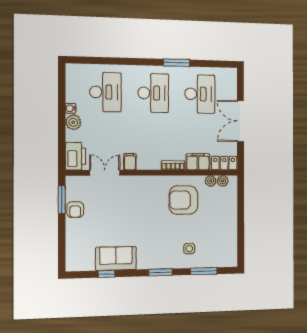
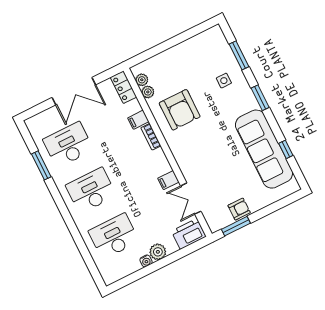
window: (177, 63) -> (41, 165), moved
filing cabinet: (198, 162) -> (138, 120), width x0.50
sofa: (116, 258) -> (264, 149), width x1.85, depth x1.27

